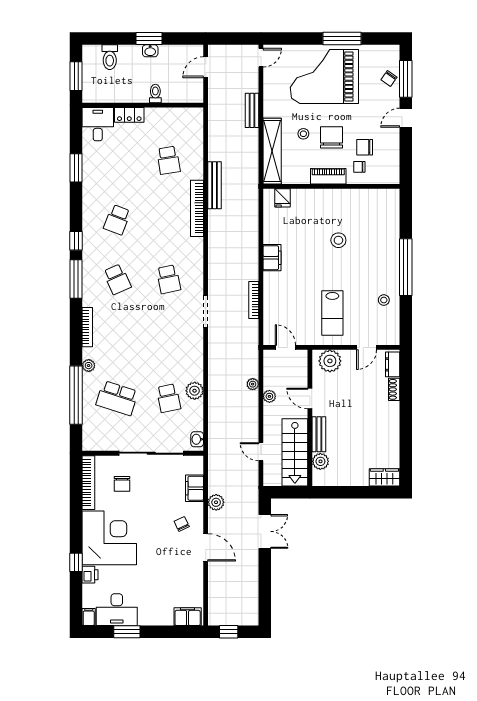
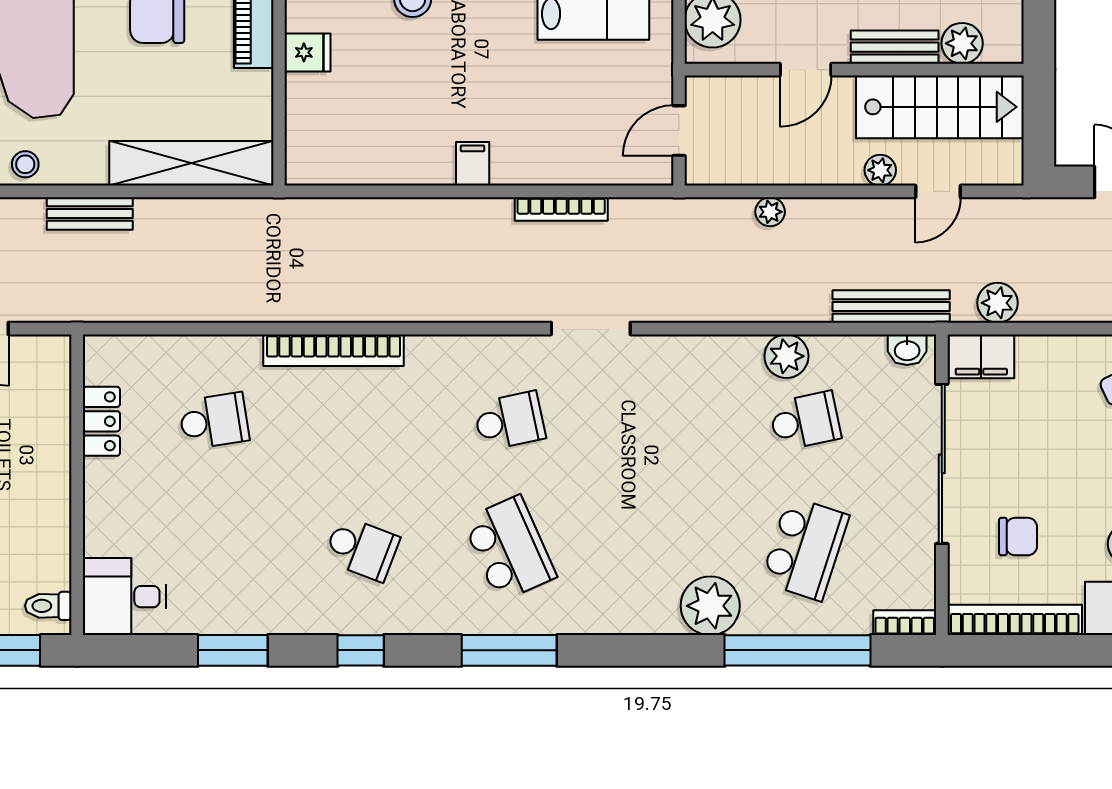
toilet: (155, 94) -> (48, 606), moved
locker: (129, 115) -> (101, 421), moved
stool: (303, 134) -> (25, 164), moved
bench: (215, 185) -> (891, 306), moved
fridge: (283, 198) -> (308, 52), moved
window: (76, 241) -> (361, 650), moved
filing cabinet: (272, 258) -> (473, 164), width x0.50
school desk: (117, 279) -> (509, 549), width x1.85
bookcase: (87, 327) -> (905, 623), moved, width x0.64
plant: (89, 366) -> (710, 606), width x1.88, depth x1.88
plant: (269, 396) -> (880, 170), moved
filing cabinet: (194, 488) -> (981, 356), moved
plant: (216, 502) -> (997, 303), moved

